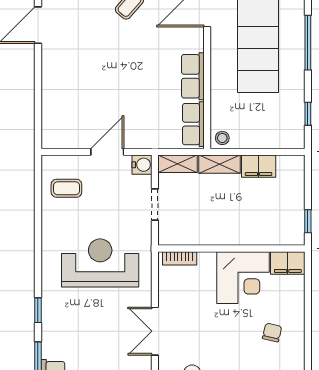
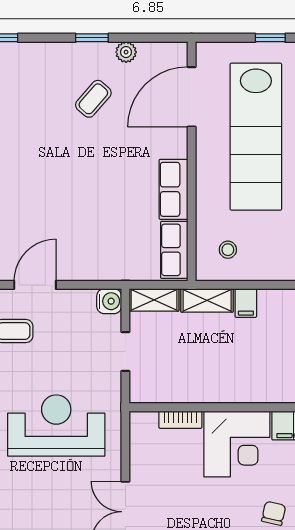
stool: (222, 138) -> (228, 250), moved
door: (107, 152) -> (35, 285), moved
filing cabinet: (259, 166) -> (246, 303), width x0.50
bookcase: (180, 258) -> (180, 420), moved

